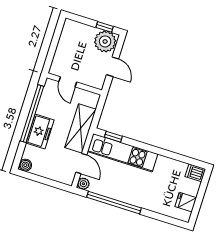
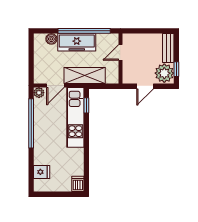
bench: (79, 29) -> (168, 48), added
freezer: (40, 131) -> (77, 42), width x1.40
boiler: (25, 165) -> (51, 39), moved
fridge: (186, 202) -> (42, 172), moved, turned 90

